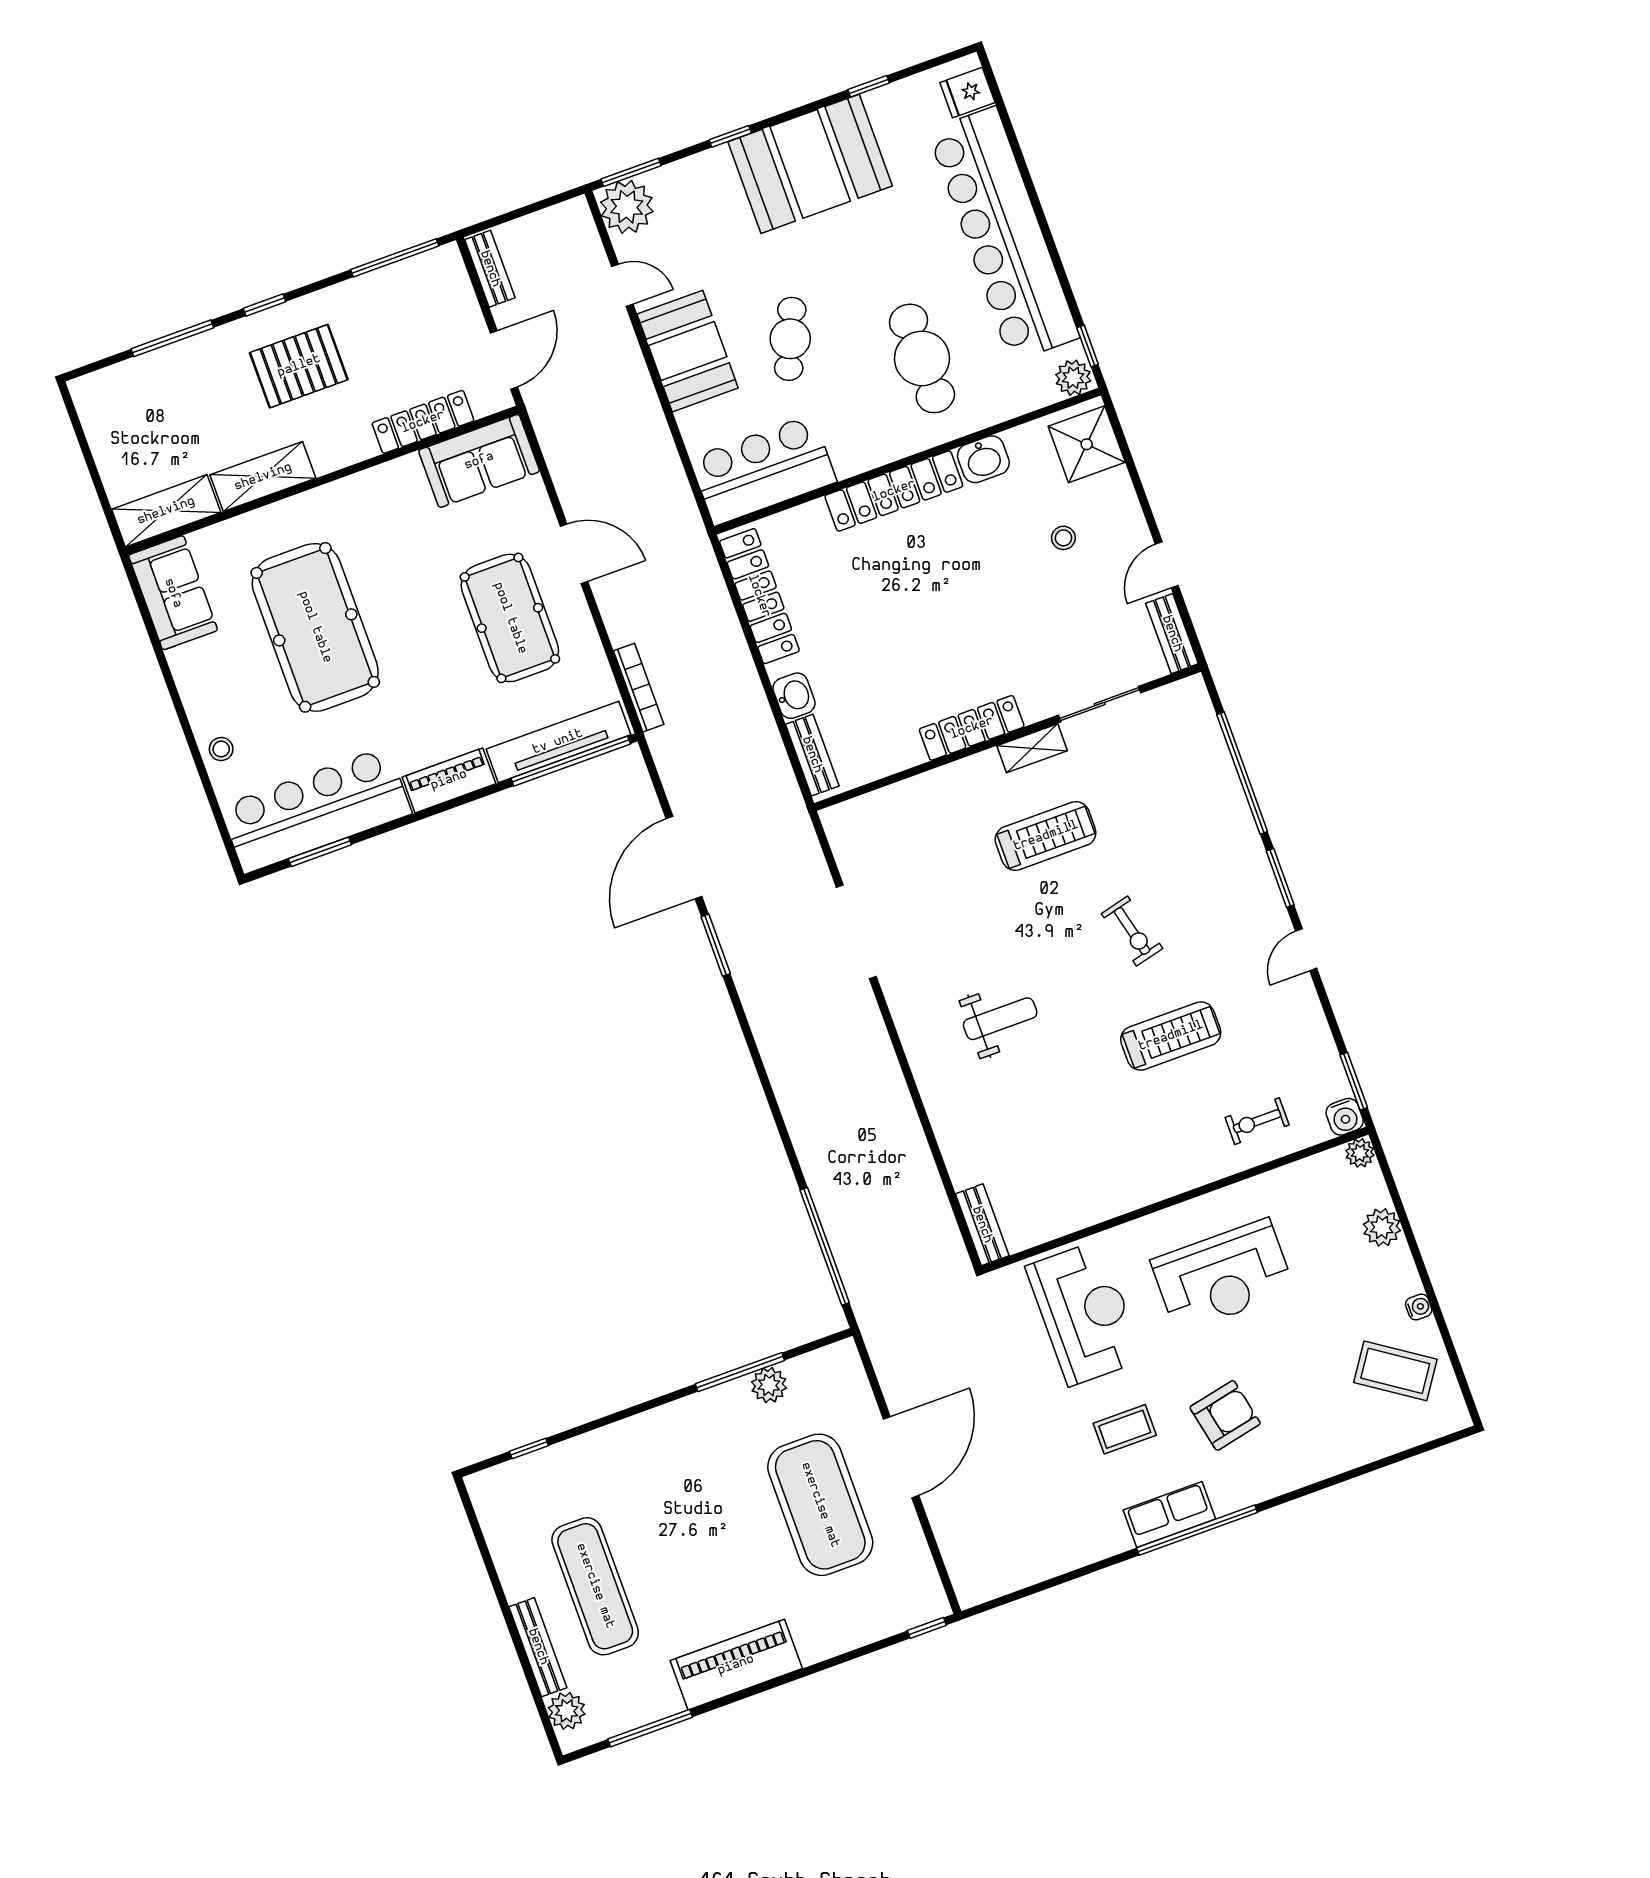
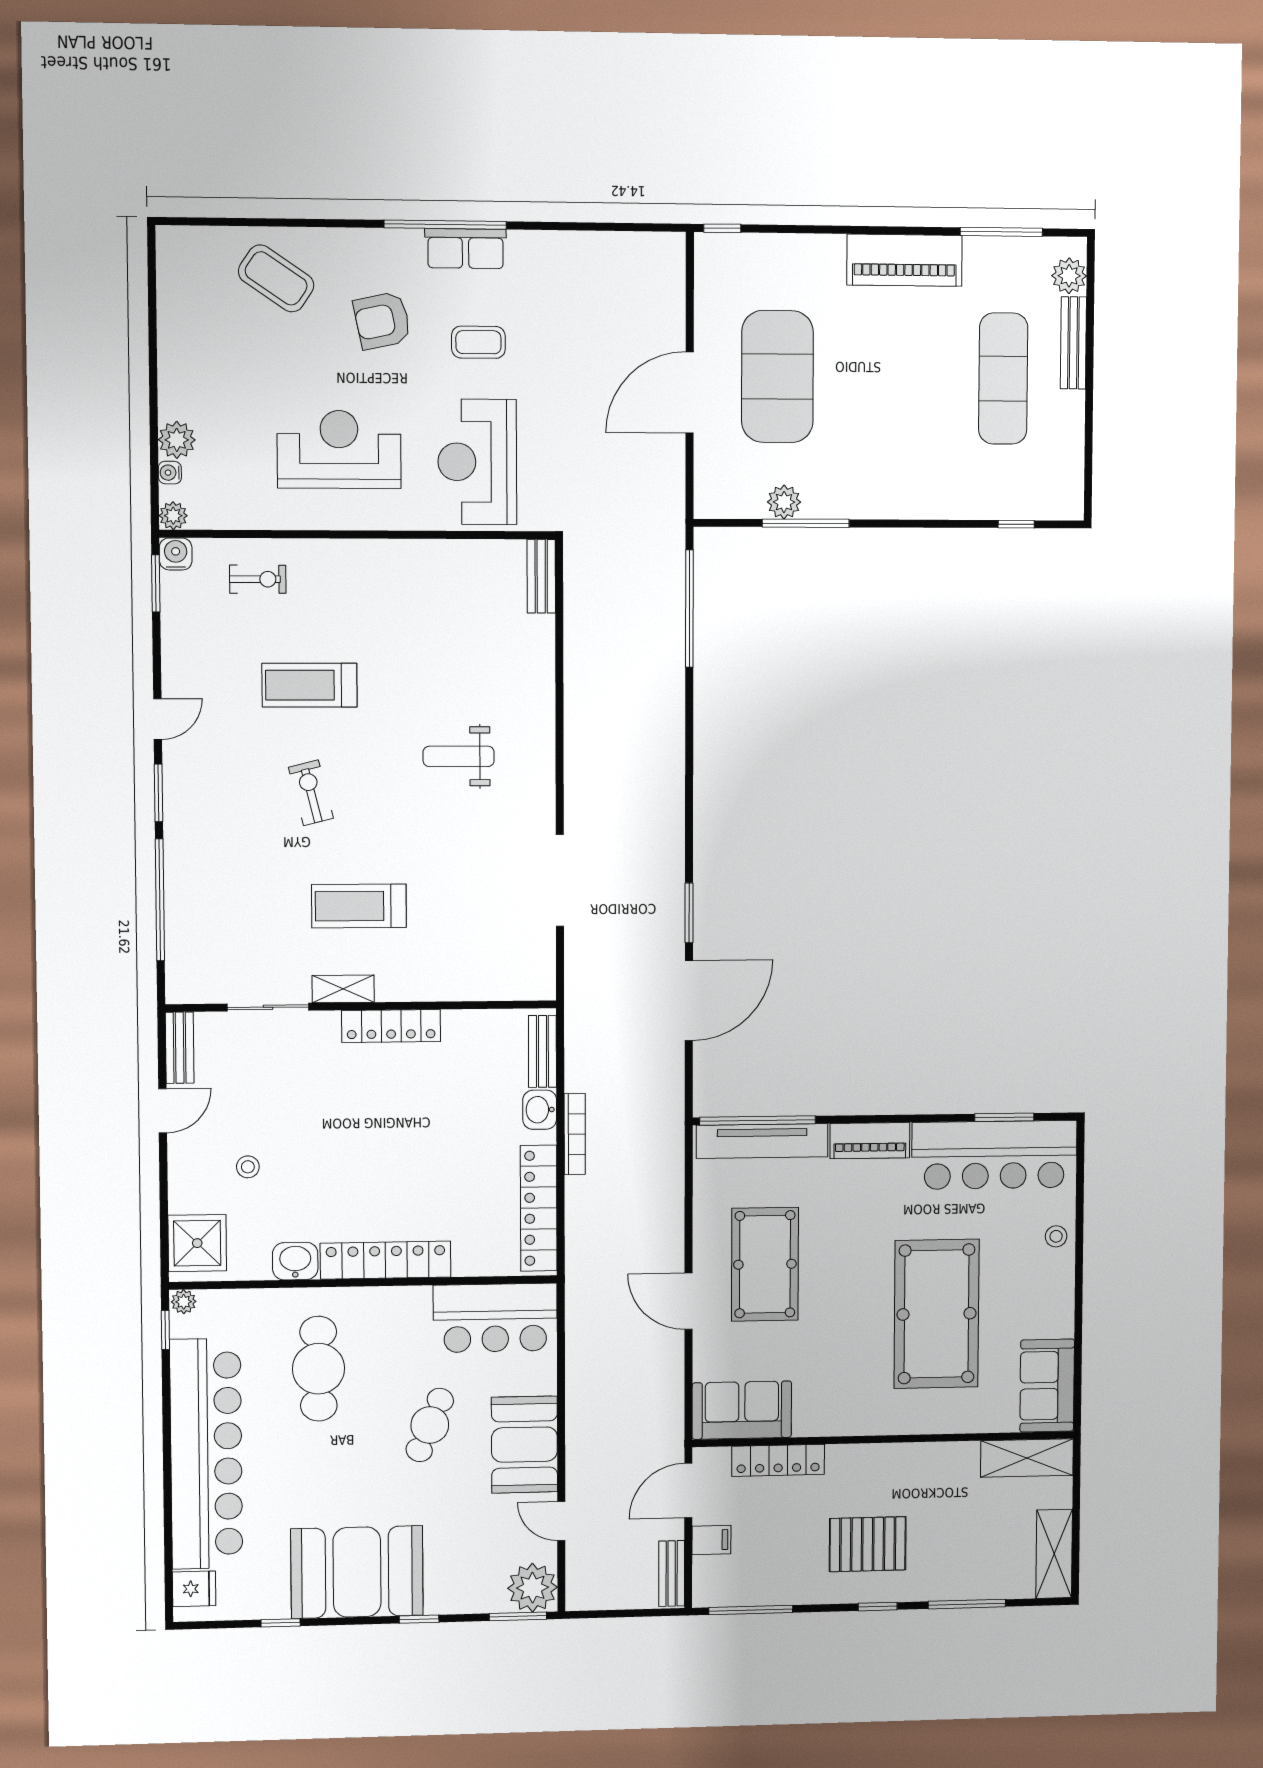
filing cabinet: (462, 317) -> (711, 1540), added
plant: (1073, 378) -> (184, 1302), width x0.73, depth x0.73
shelving: (263, 477) -> (1054, 1554), moved, turned 90
bookcase: (639, 688) -> (575, 1134), moved, turned 180
water cooler: (1419, 1307) -> (170, 473), moved
coffee table: (1395, 1371) -> (276, 278), moved

